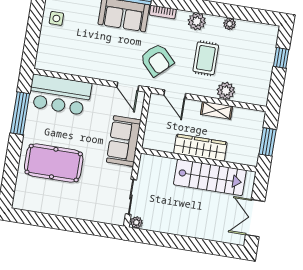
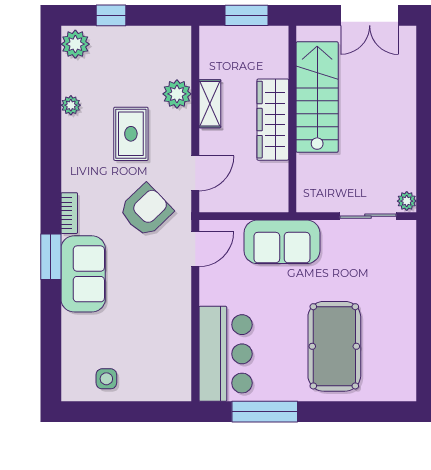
plant: (197, 21) -> (75, 44), moved
rug: (206, 58) -> (131, 134), turned 90

